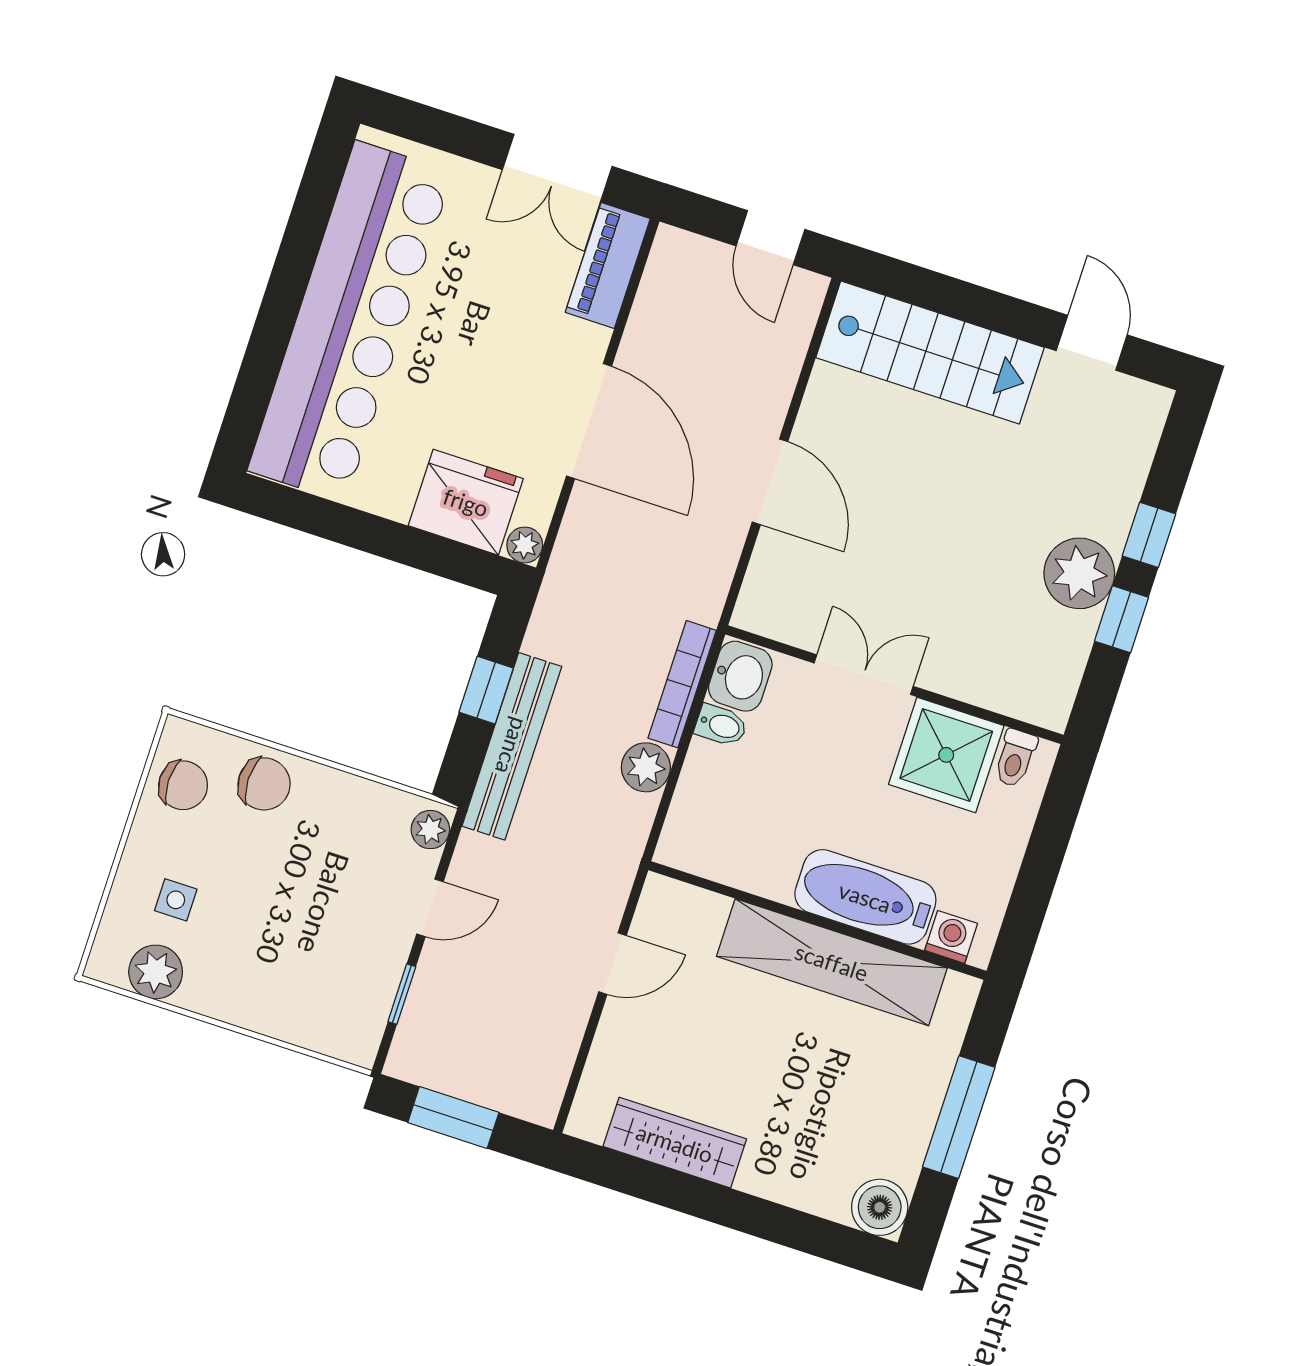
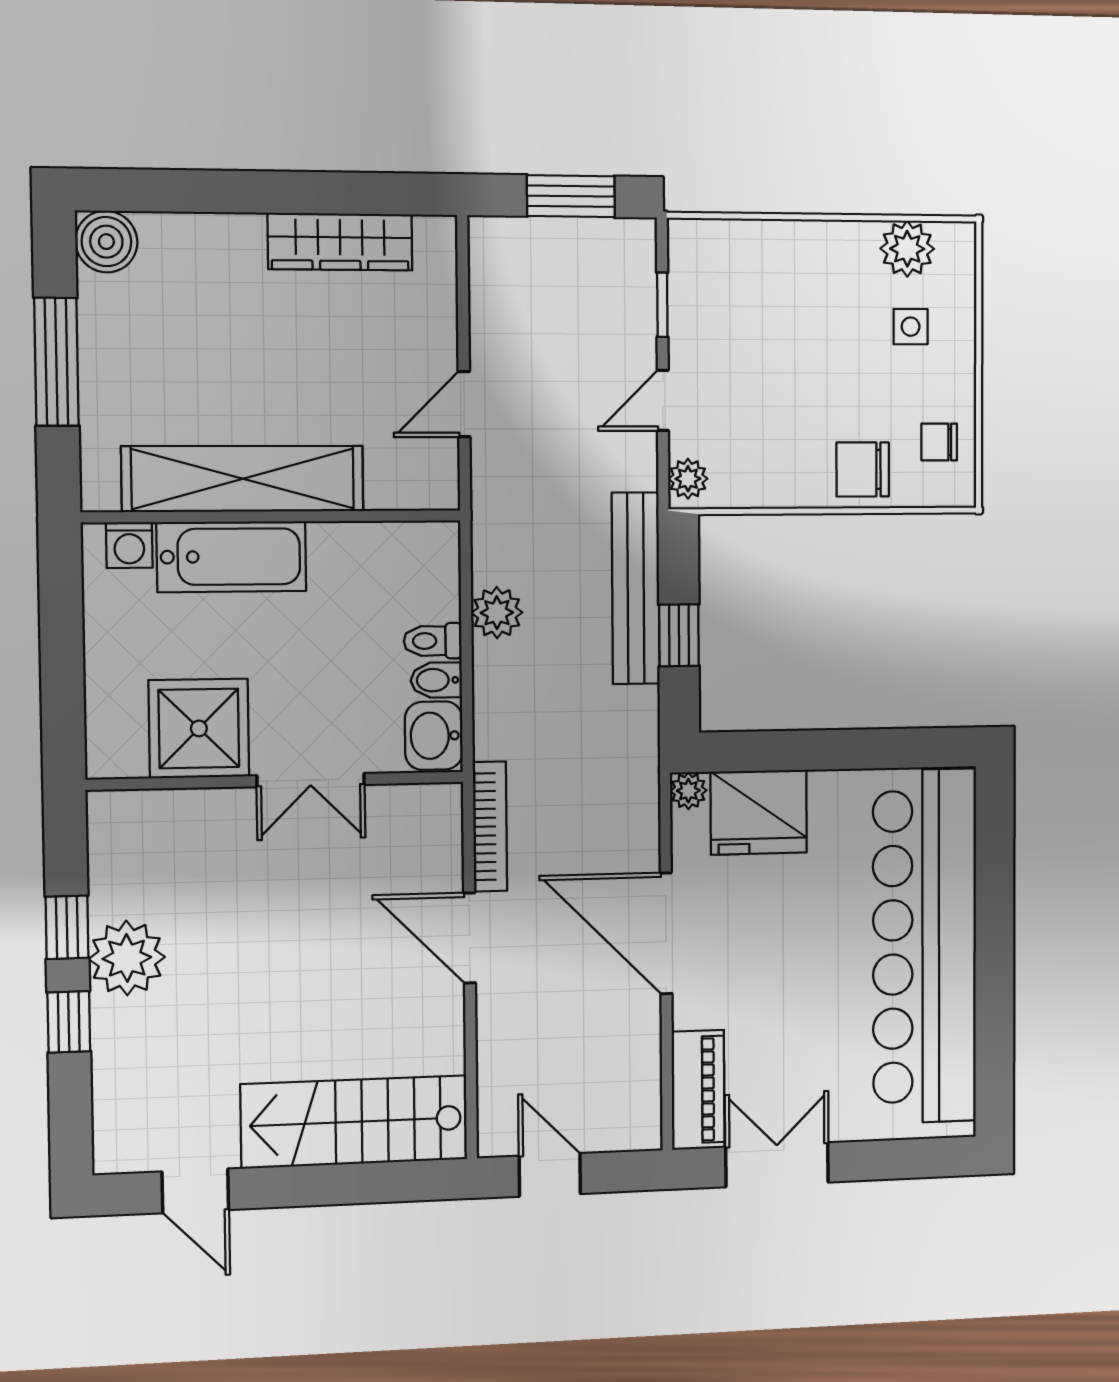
bookcase: (682, 684) -> (490, 827), moved
toilet: (1015, 758) -> (433, 641), moved, turned -90
chair: (183, 785) -> (939, 442), width x0.73, depth x0.73

